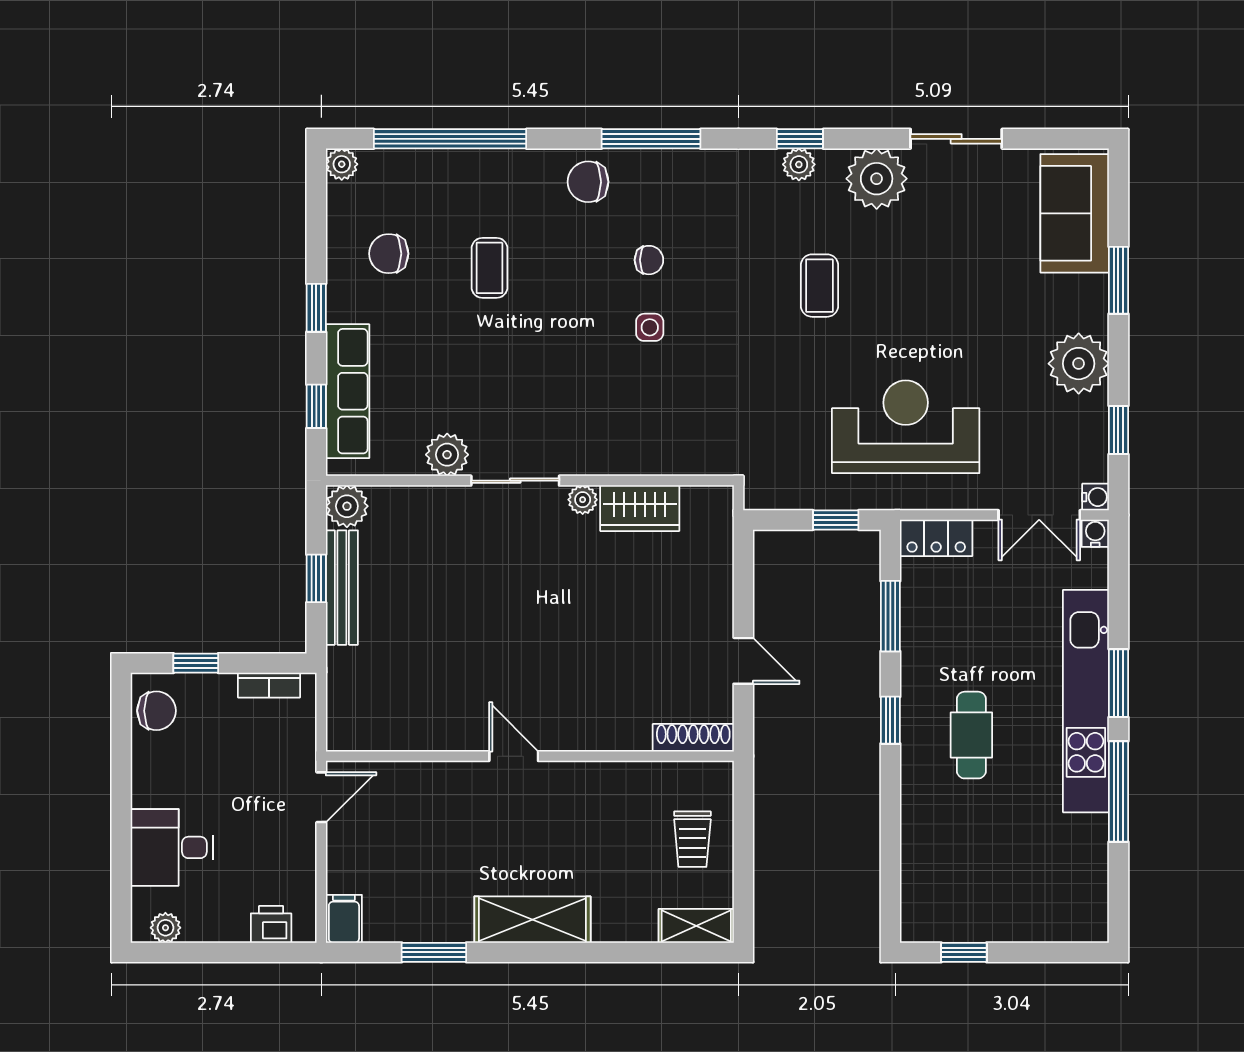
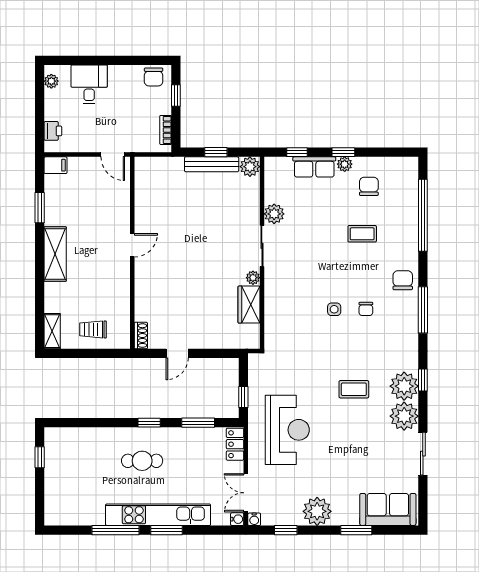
plant: (342, 164) -> (345, 164), moved
plant: (799, 164) -> (404, 386), width x1.87, depth x1.87
row of seats: (348, 391) -> (314, 167), width x0.68
shoe rack: (693, 738) -> (141, 336), width x0.70

